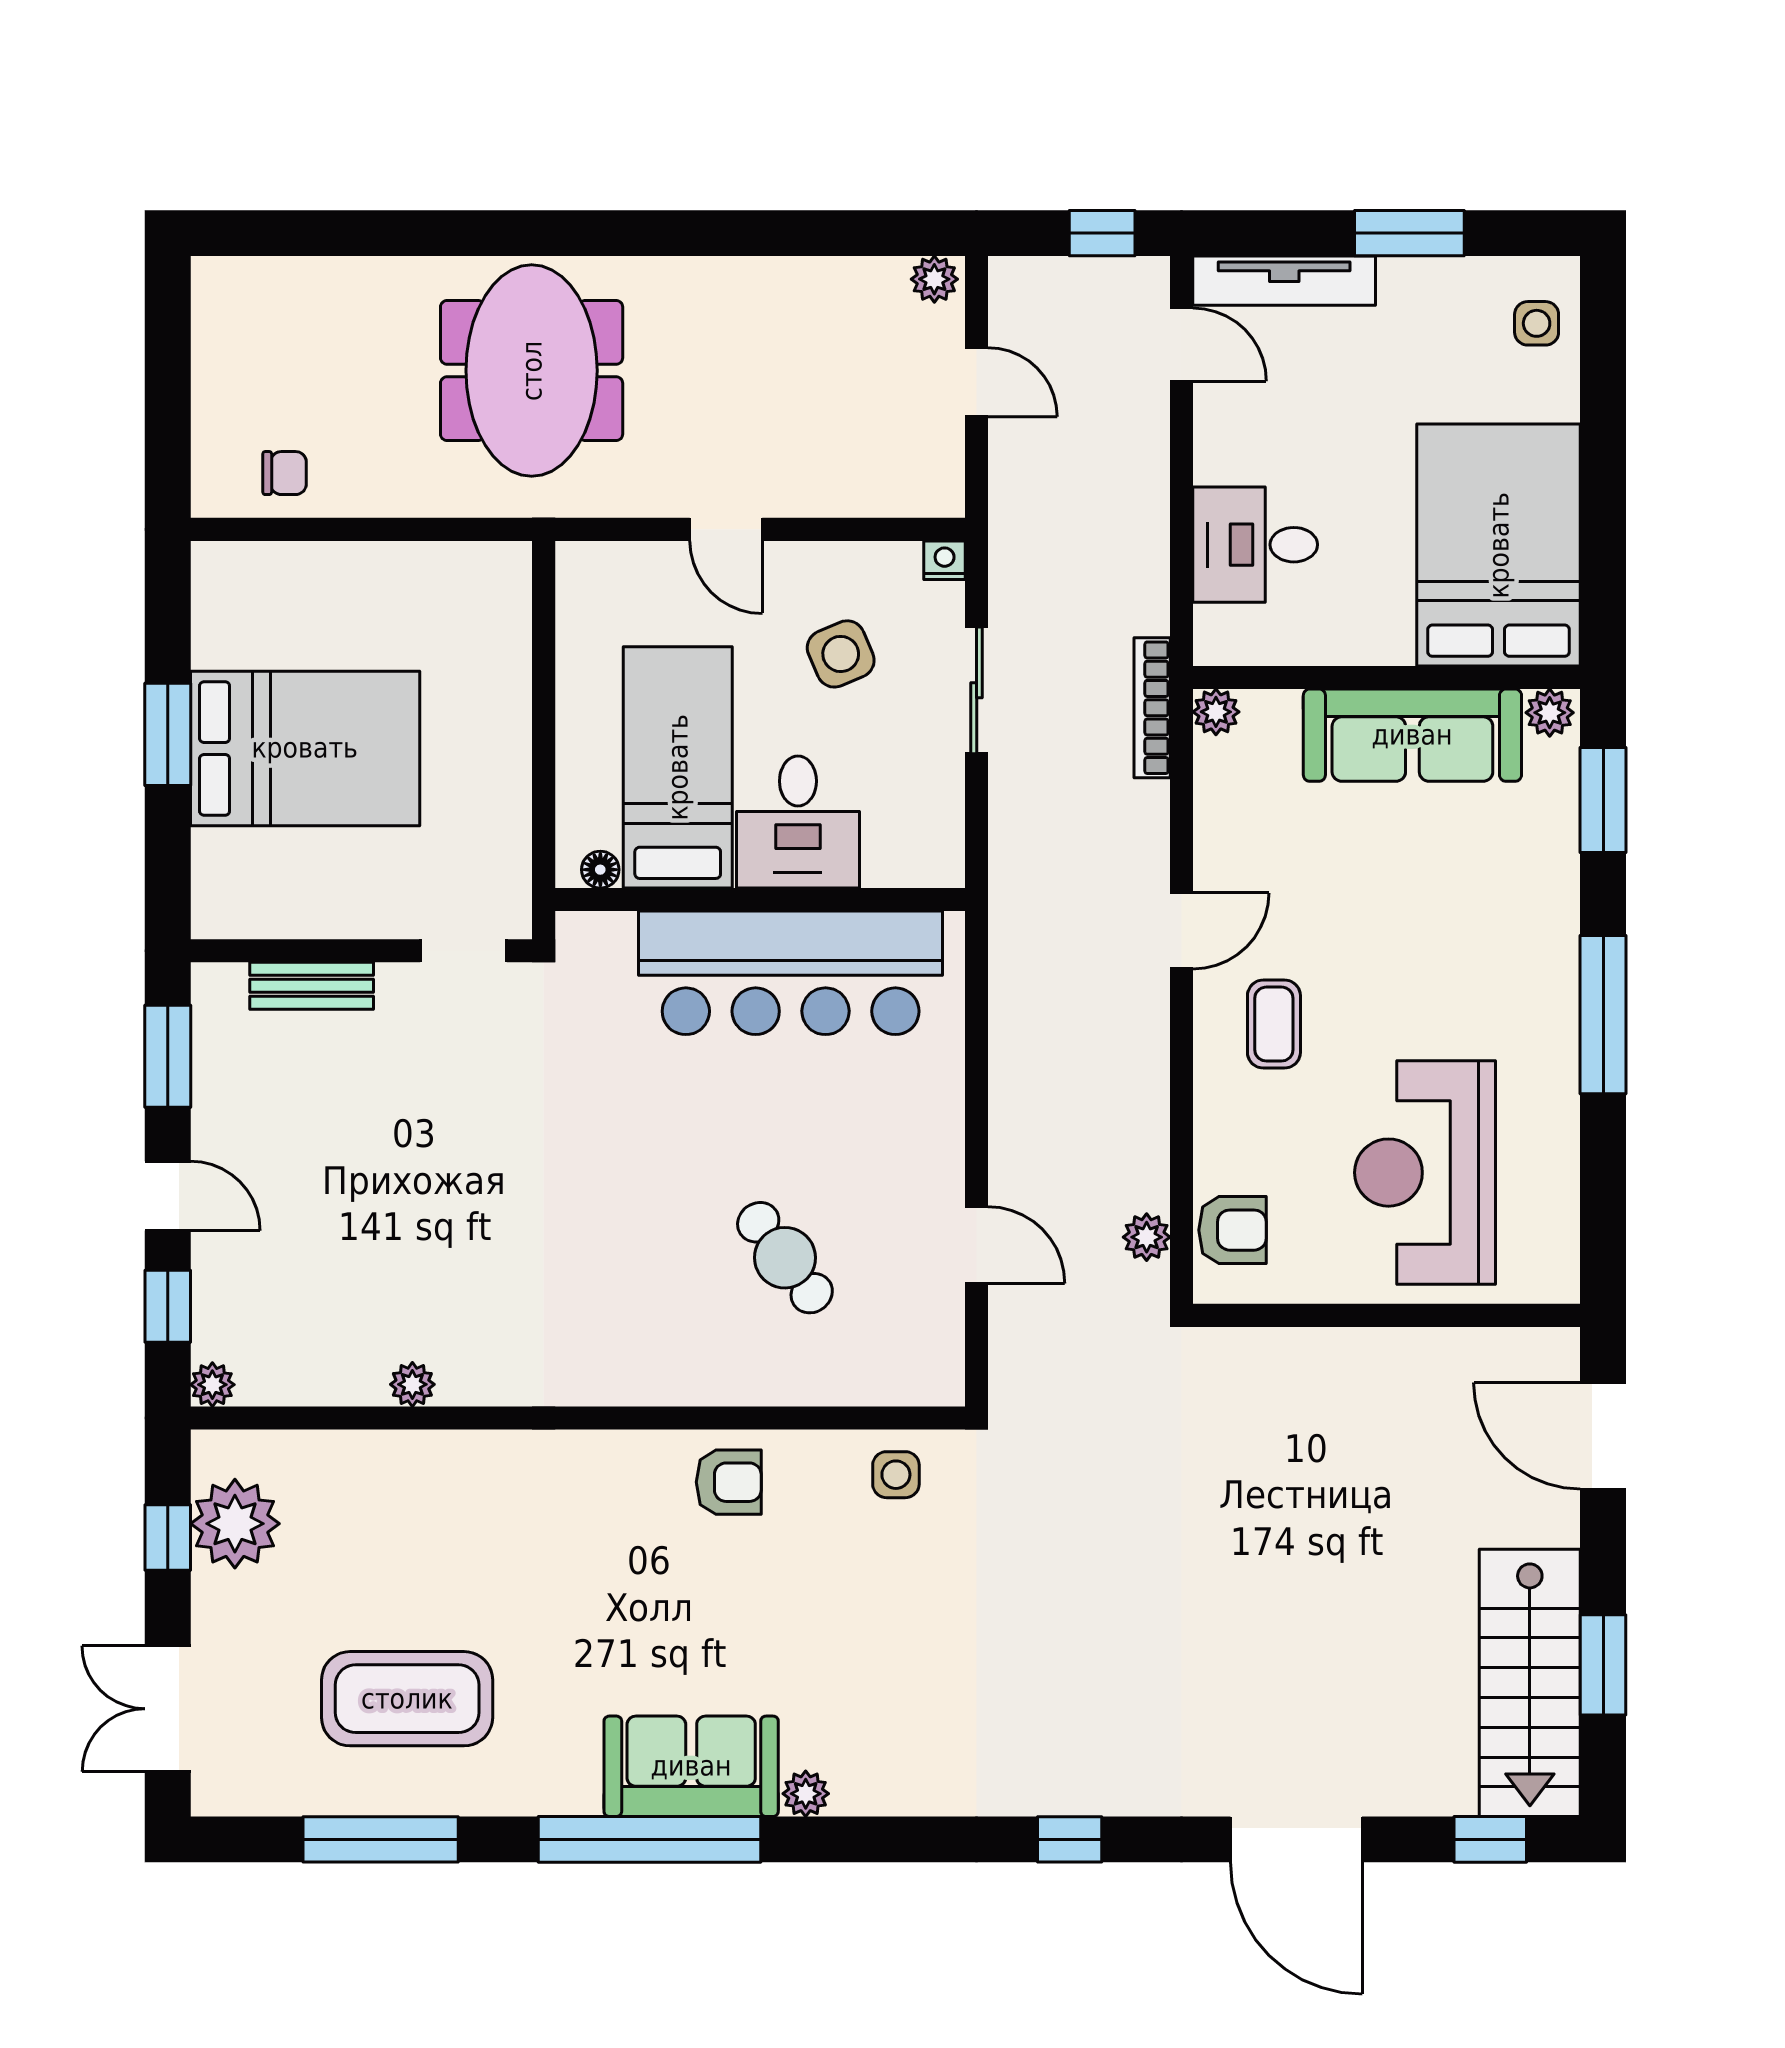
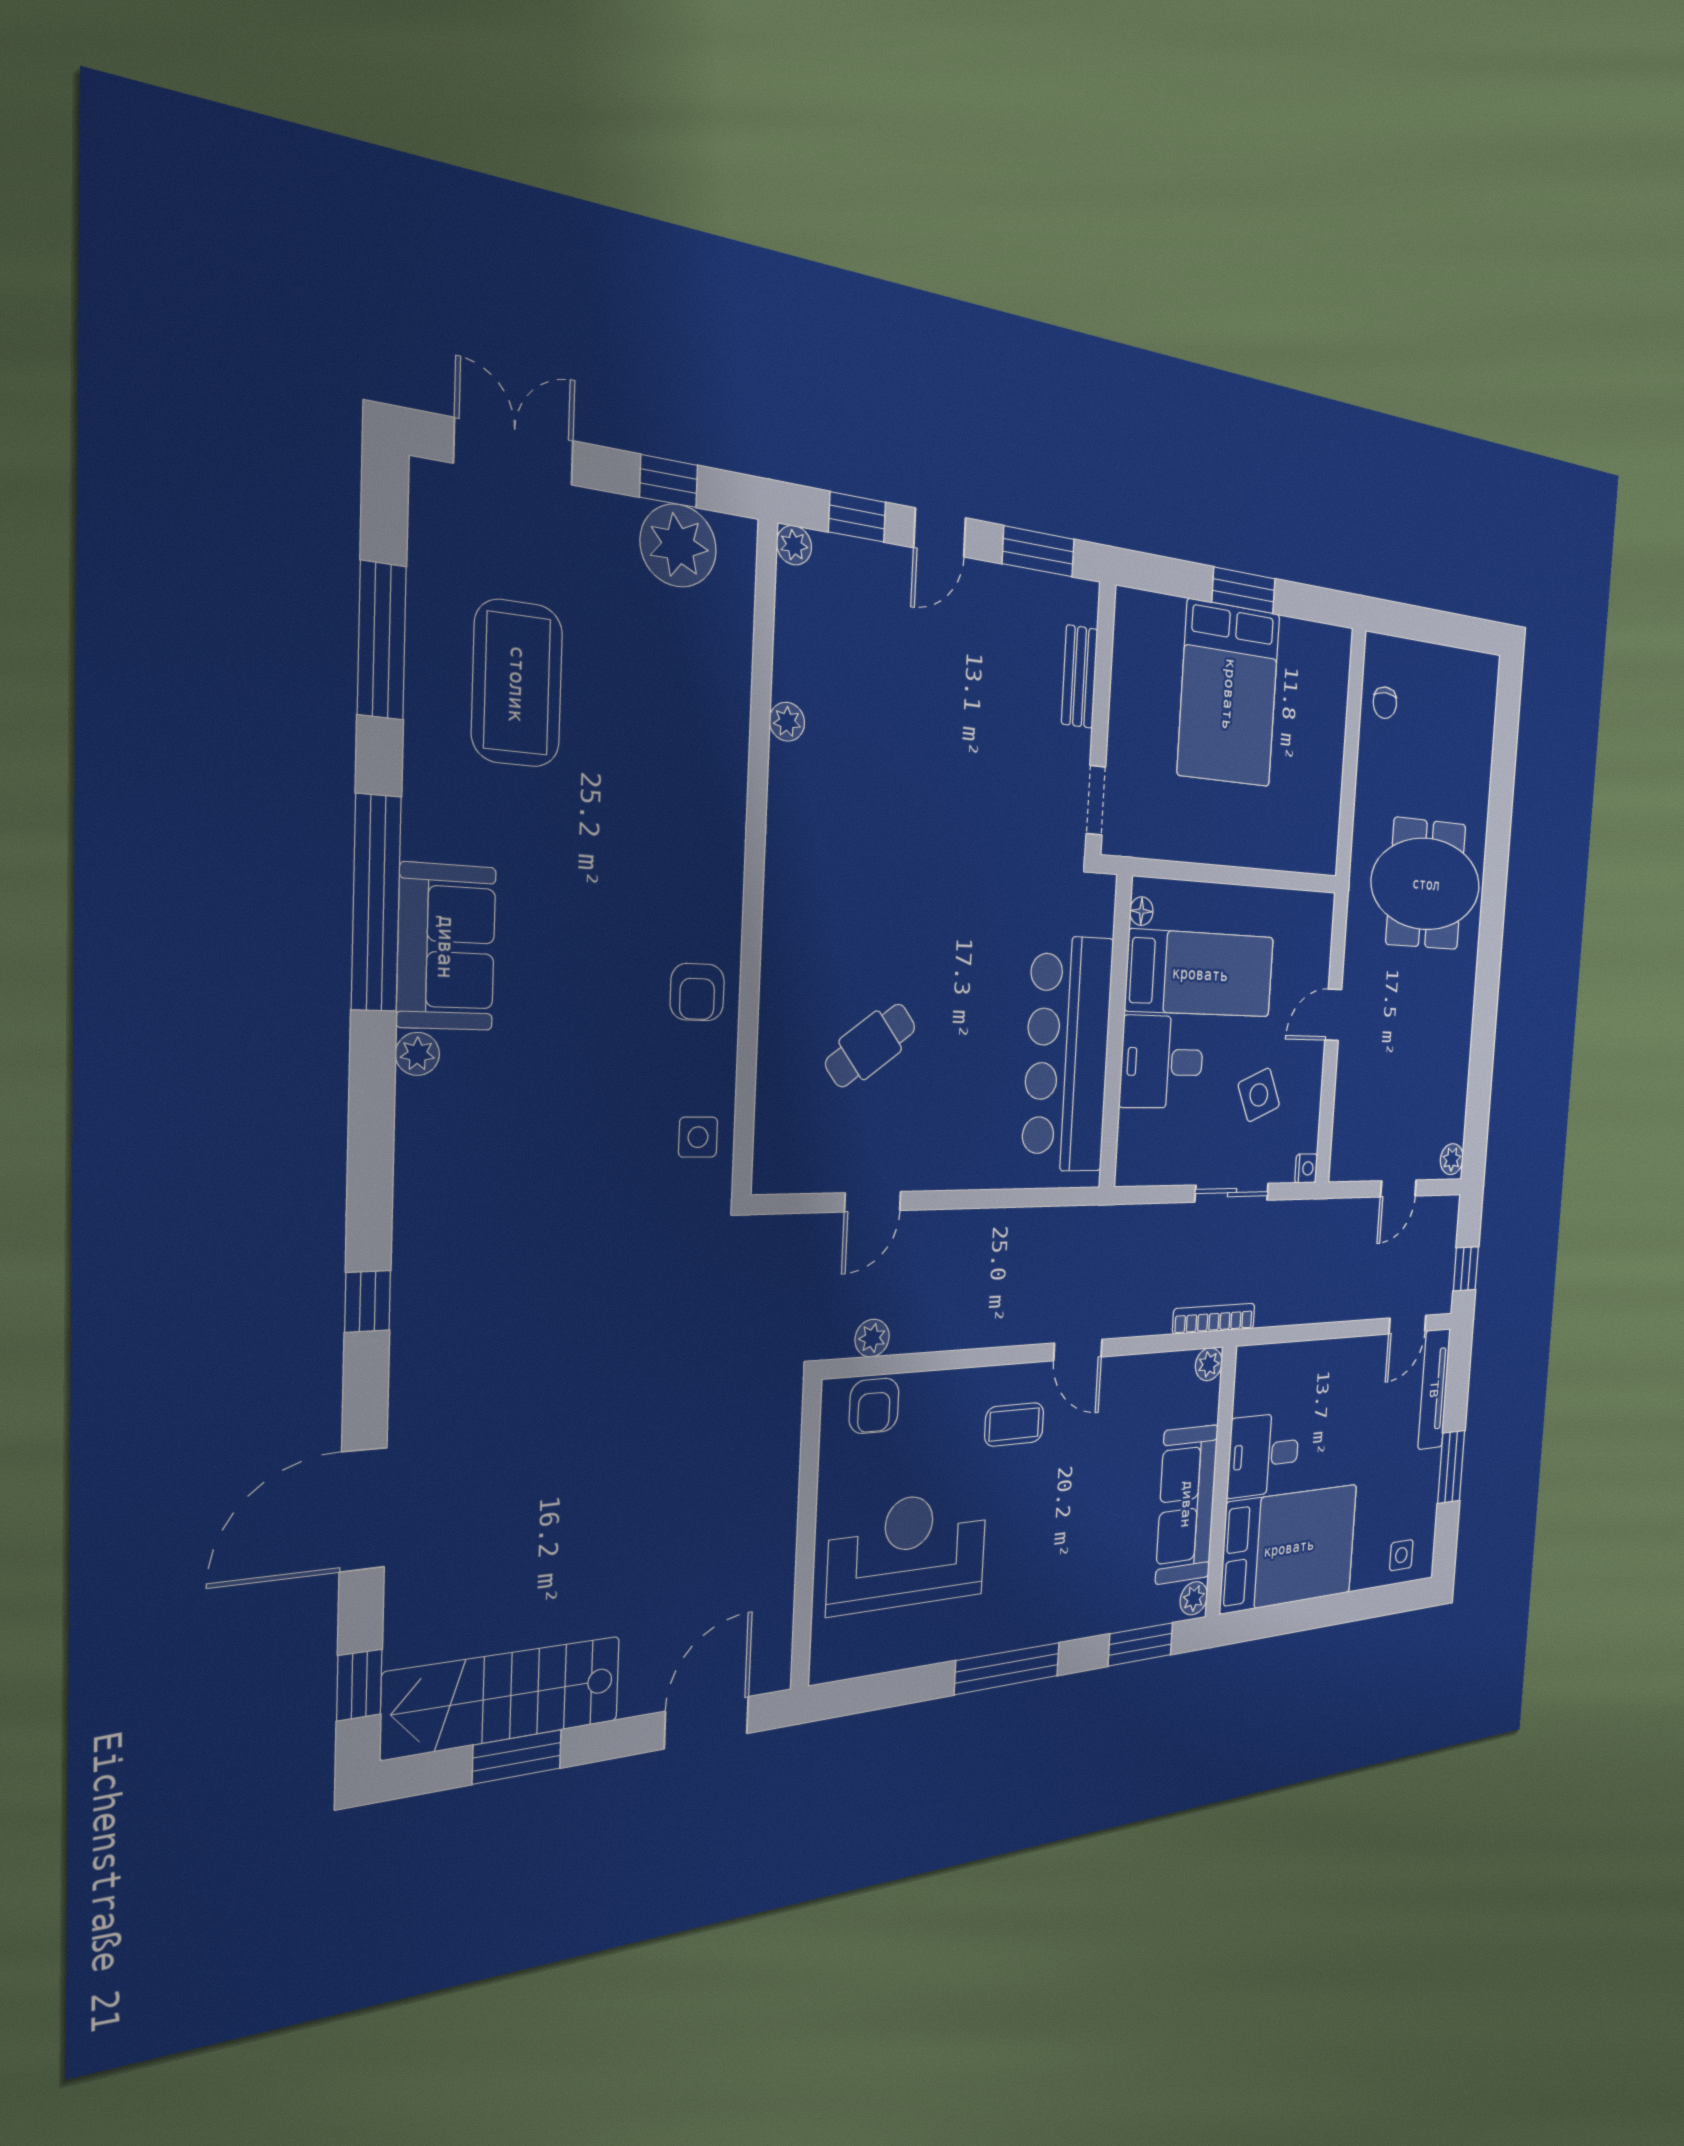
desk: (1255, 545) -> (1264, 1455), moved, turned -90

